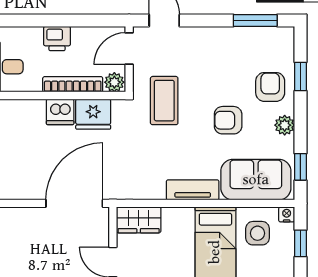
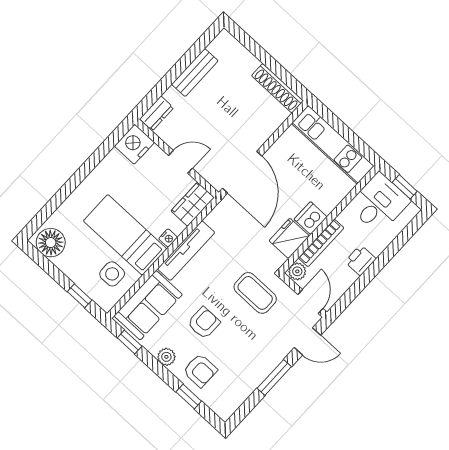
window: (255, 20) -> (274, 377), moved
tv unit: (193, 190) -> (186, 251), width x1.41
nightstand: (287, 214) -> (168, 238), moved

